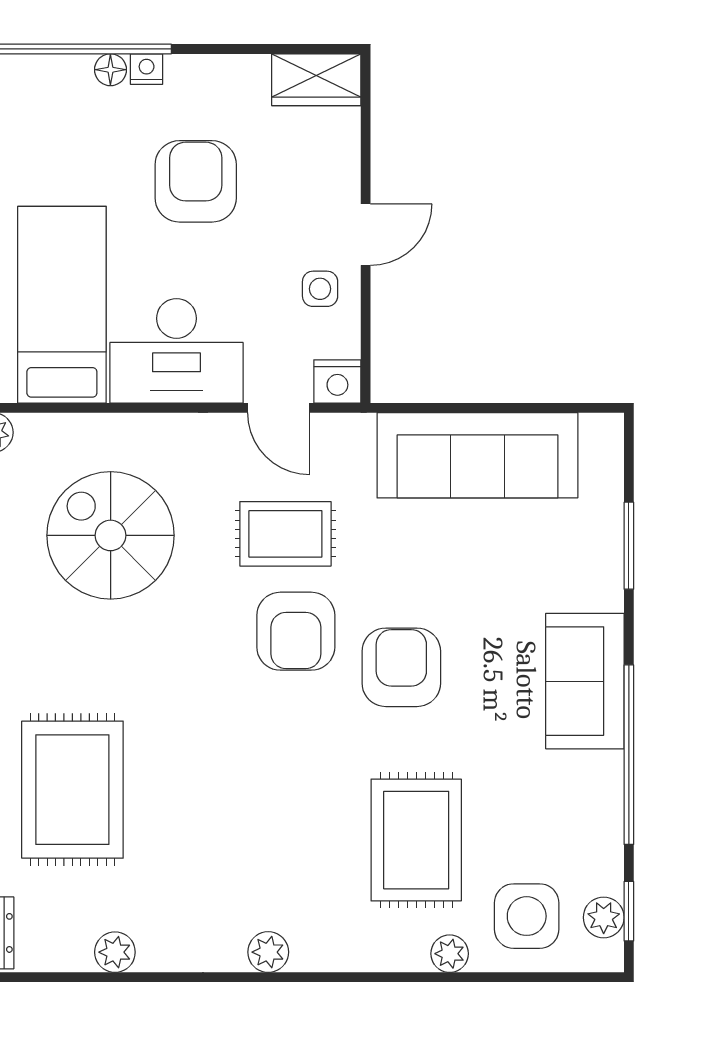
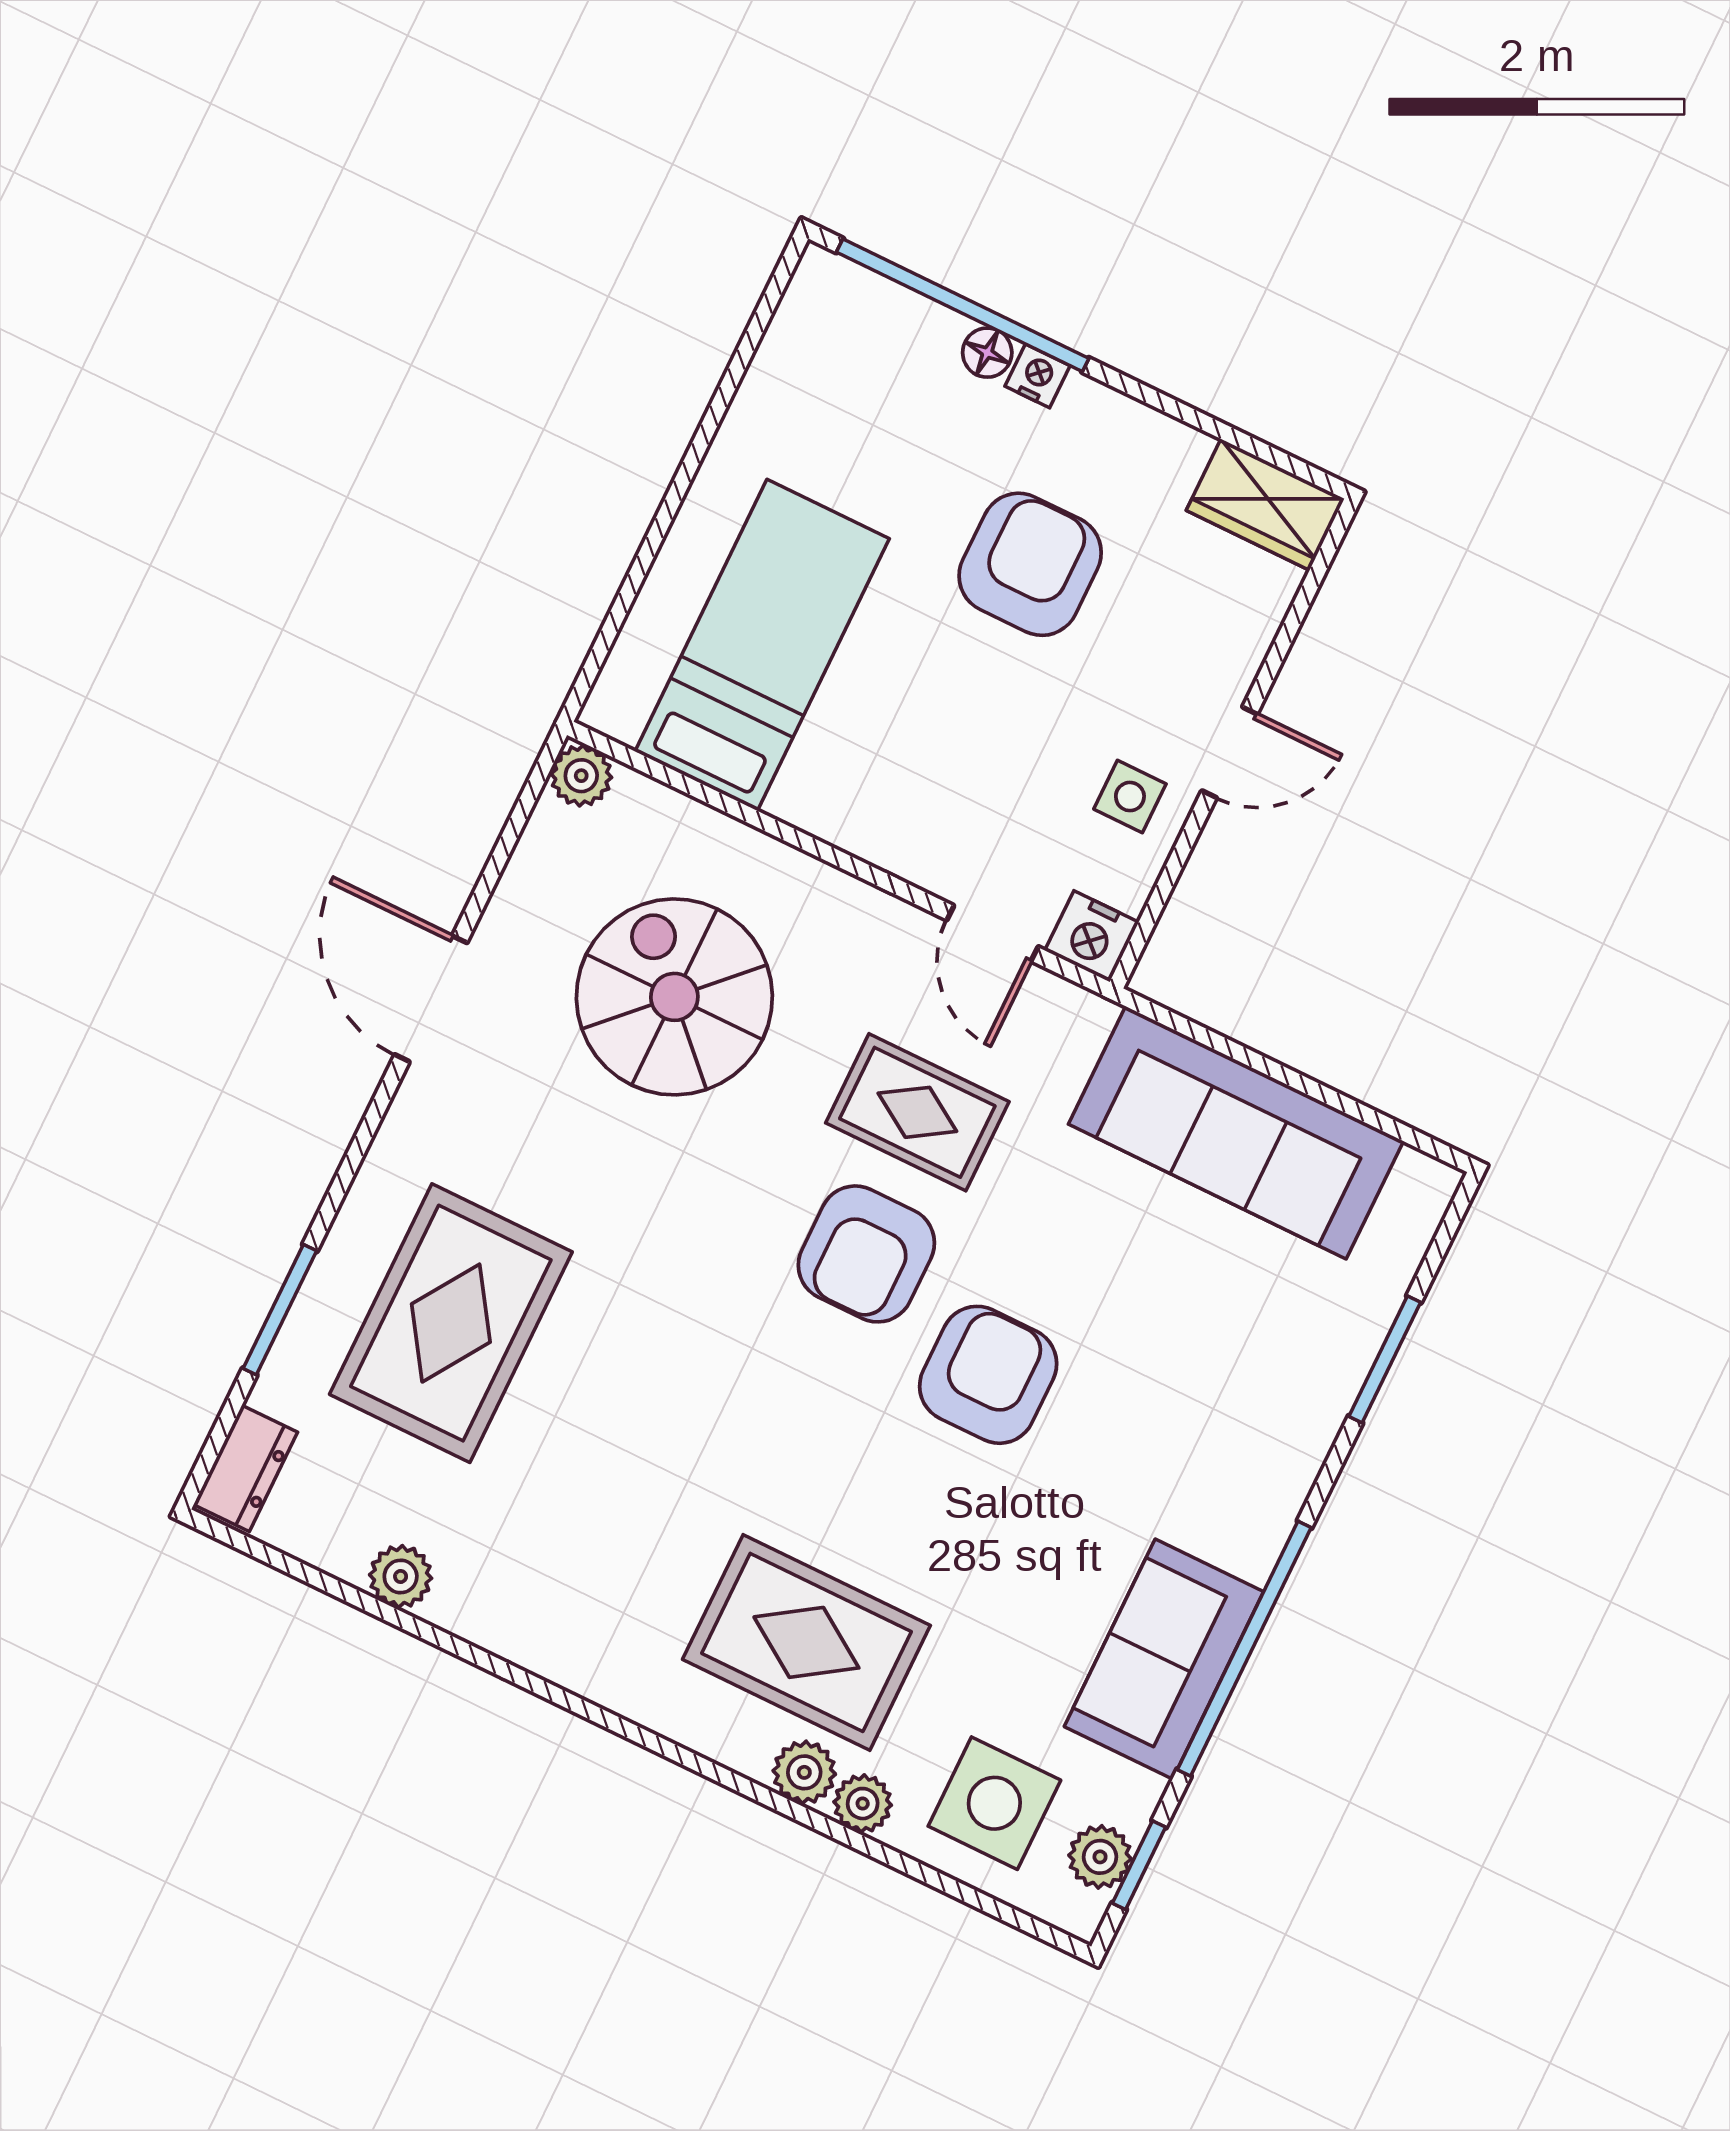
desk: (176, 351) -> (890, 786), removed
sofa: (585, 681) -> (1164, 1659), moved
rug: (416, 840) -> (806, 1642), moved, turned 90
plant: (268, 952) -> (804, 1772), moved

